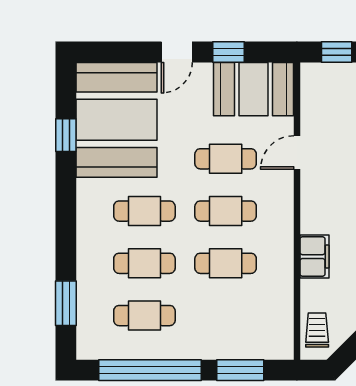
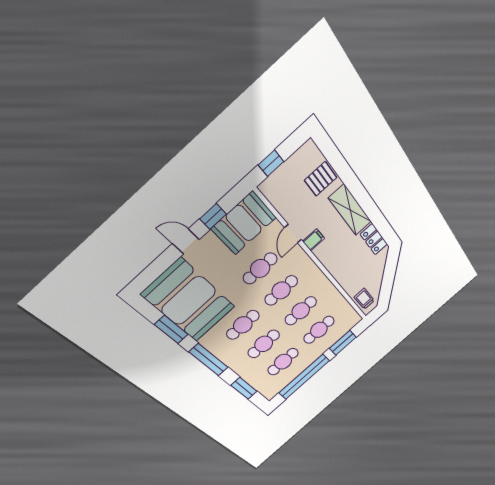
door: (177, 52) -> (186, 242), swing flipped
window: (66, 135) -> (171, 330), width x1.50
window: (66, 217) -> (209, 360), added
filing cabinet: (314, 257) -> (313, 240), moved, width x0.50
cafe table: (226, 316) -> (319, 330), added

